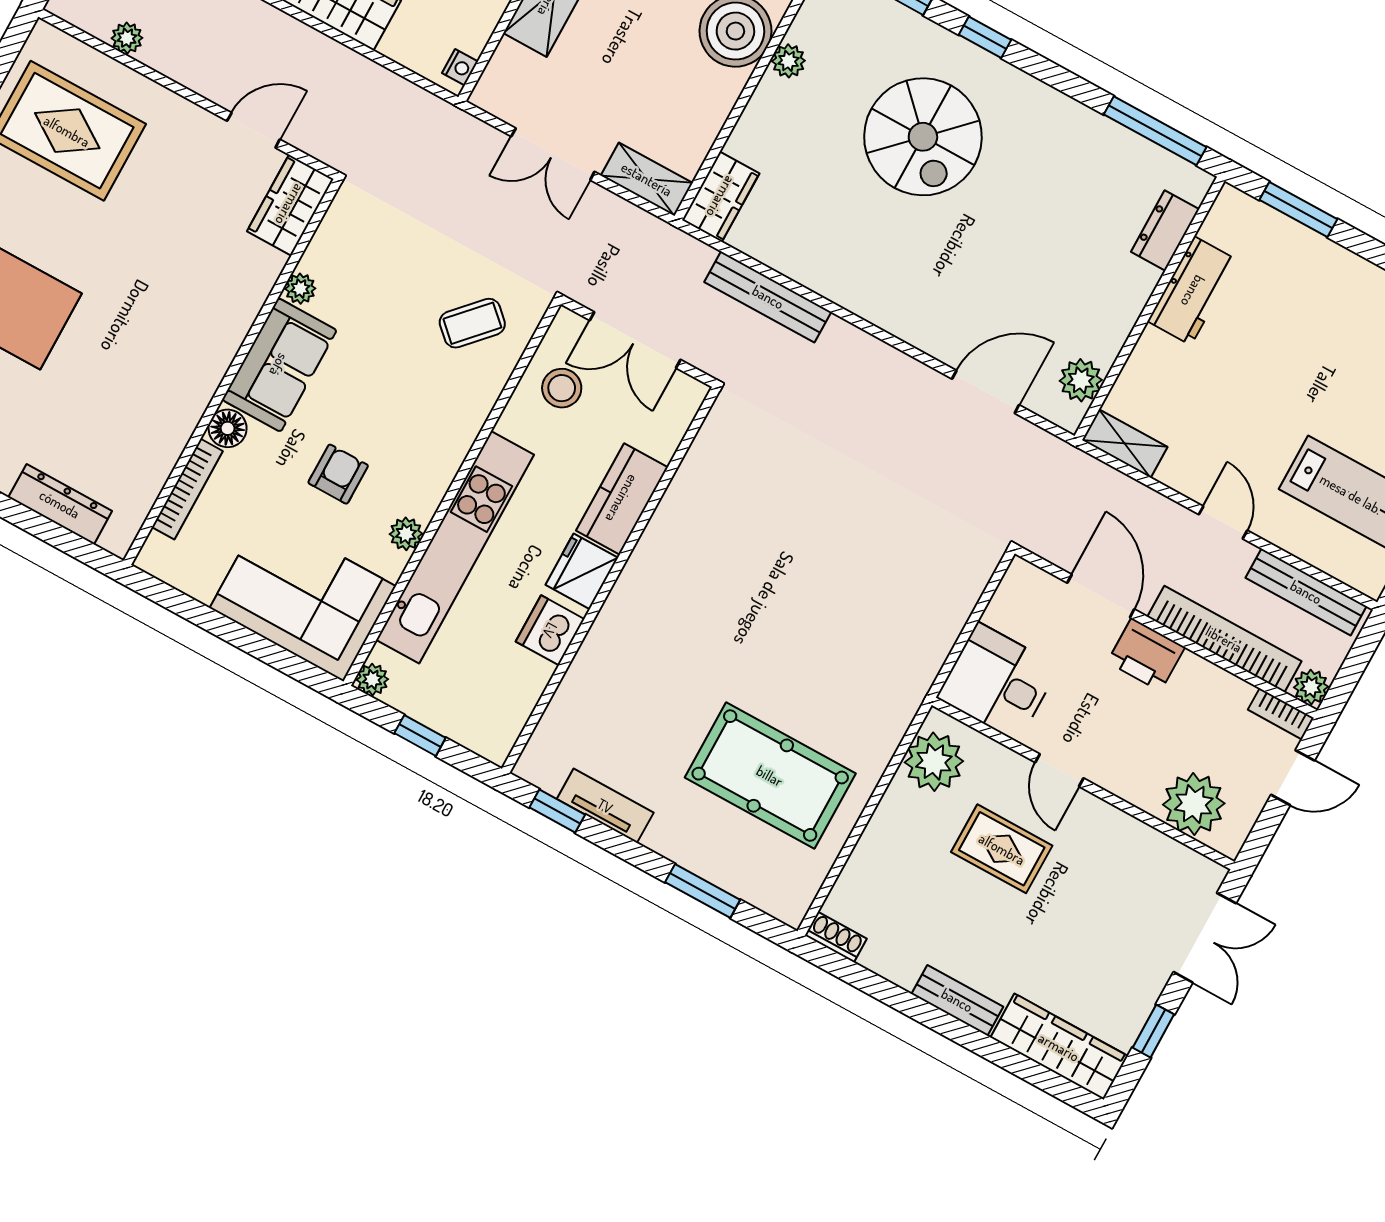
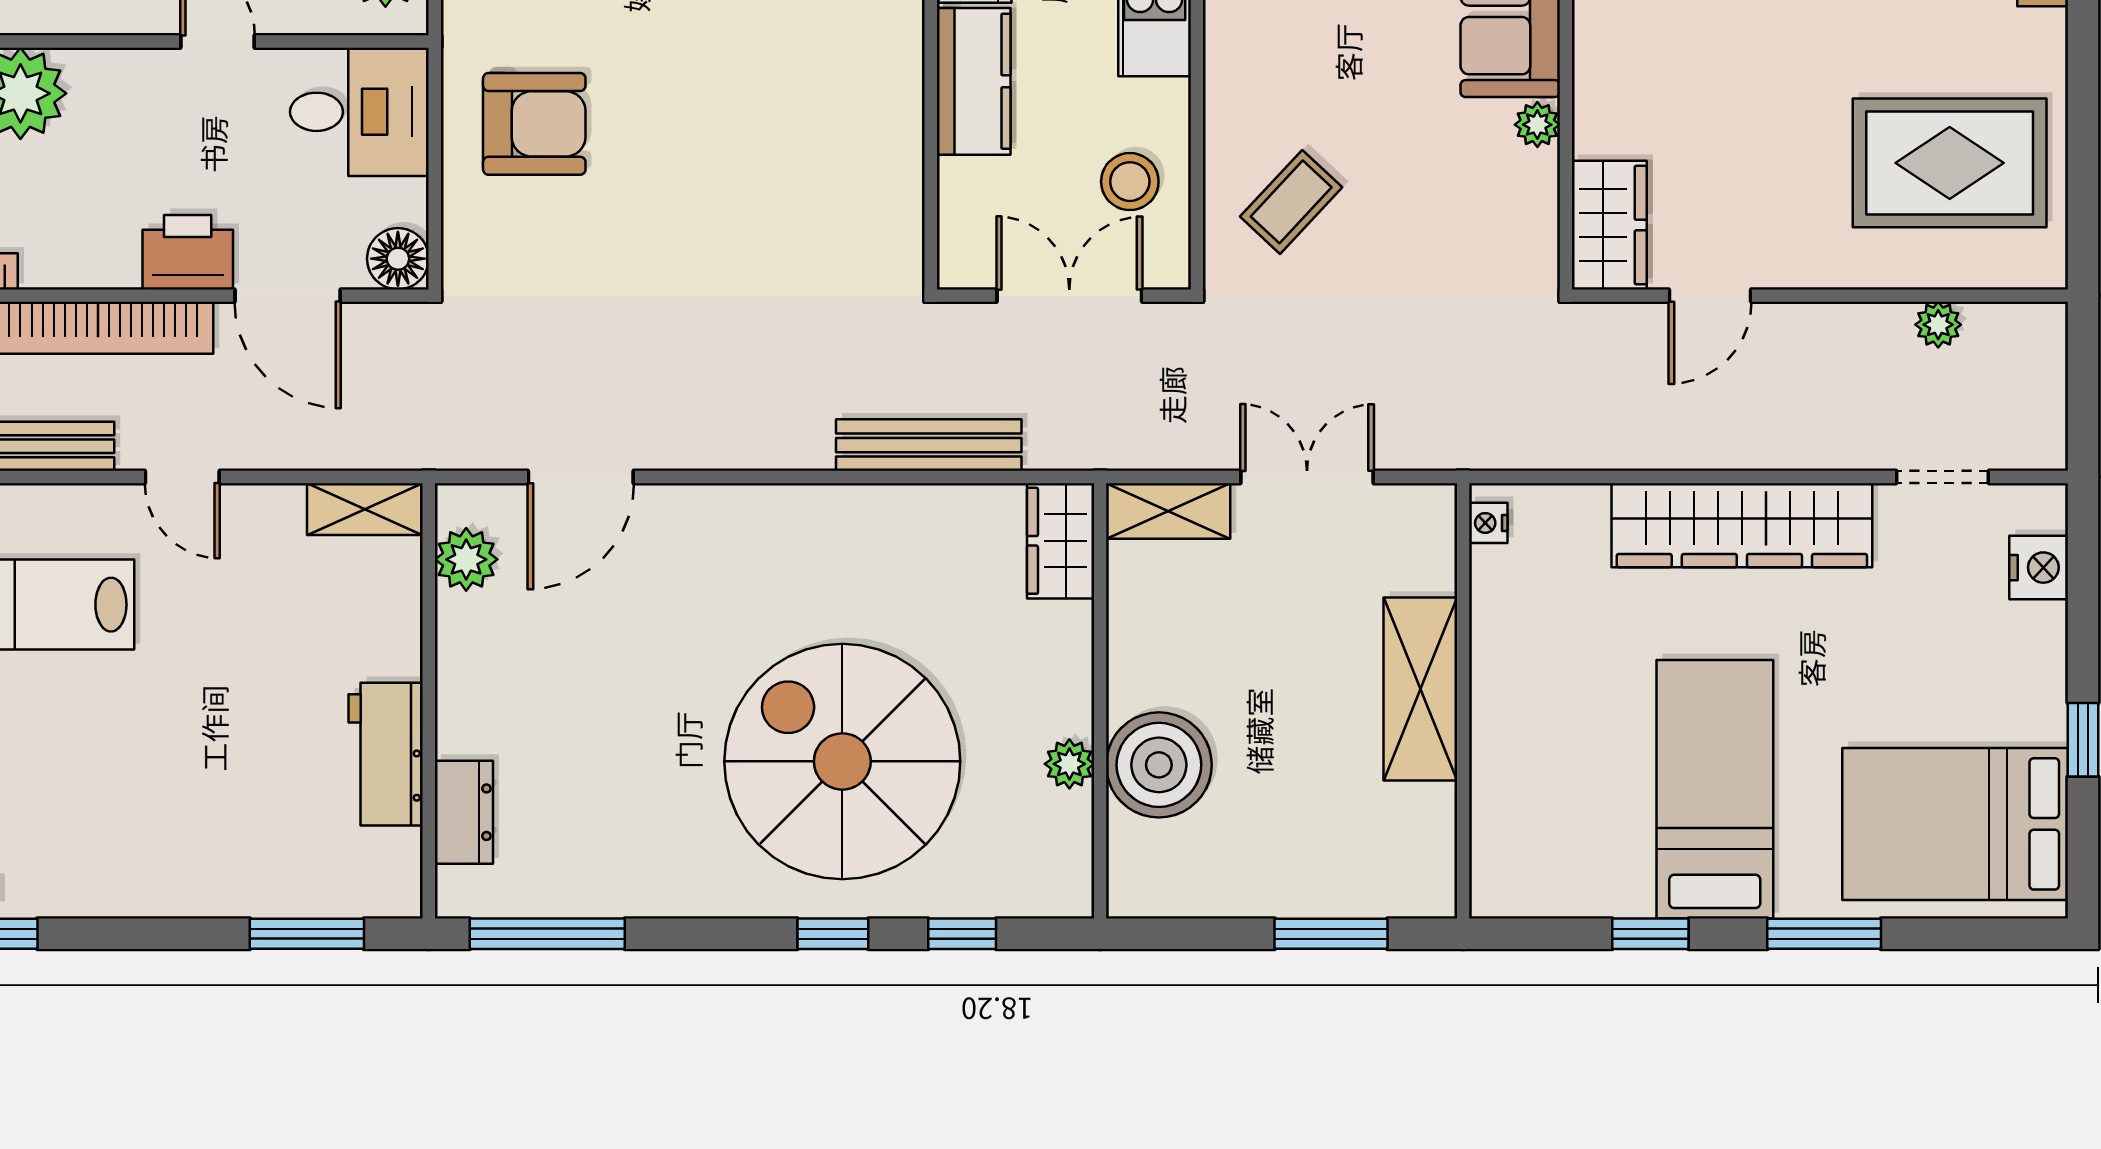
spiral stairs: (923, 137) -> (842, 761), width x1.37, depth x1.37
floor lamp: (1023, 582) -> (398, 259), added
armchair: (898, 617) -> (534, 124), added

